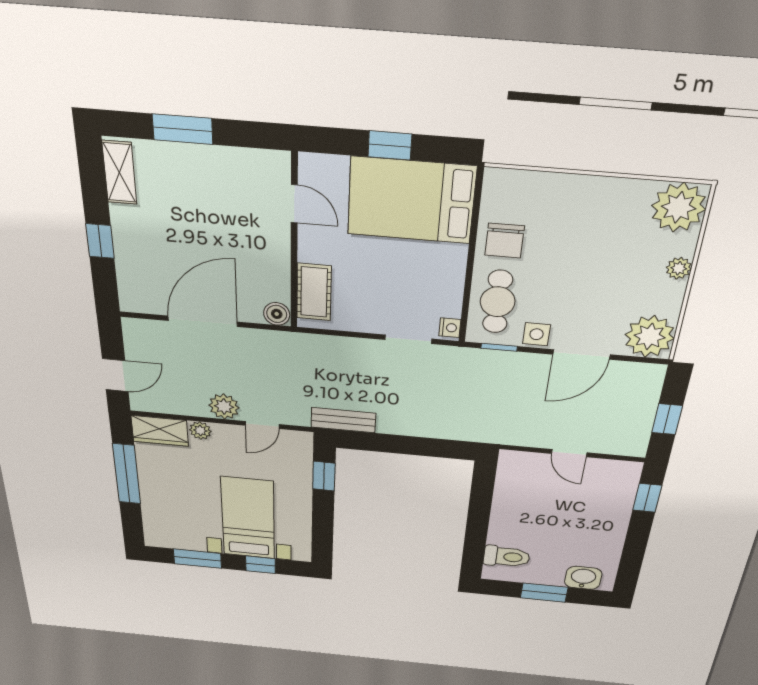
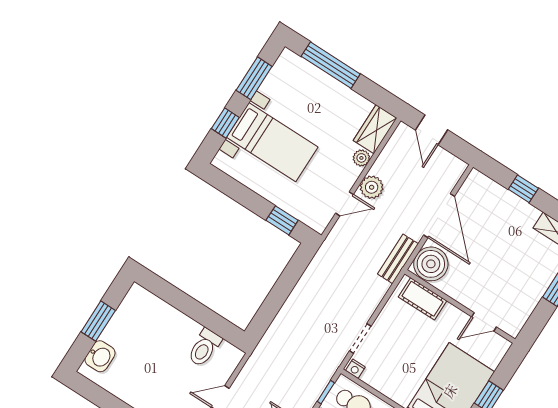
boiler: (277, 314) -> (431, 264), width x1.86, depth x1.86
bench: (343, 420) -> (398, 259), moved
door: (262, 425) -> (345, 204), swing flipped
window: (127, 474) -> (331, 65), moved
toilet: (507, 557) -> (204, 348), moved

